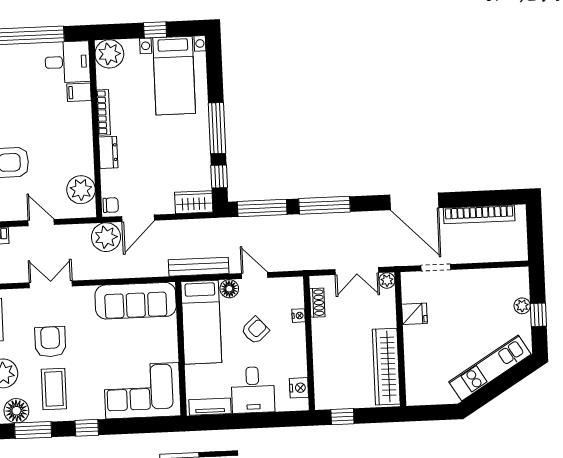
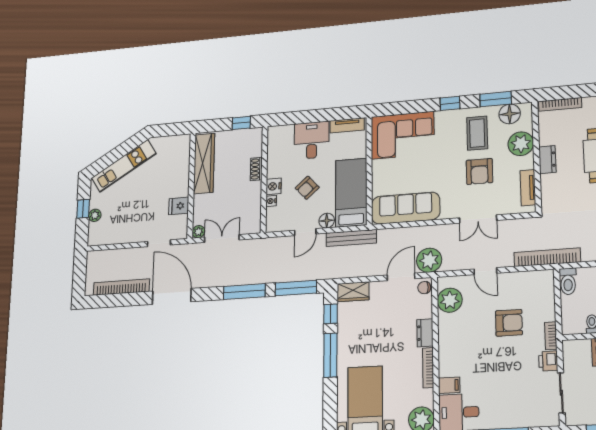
door: (255, 275) -> (305, 232), hinge flipped
shoe rack: (317, 303) -> (256, 169), moved
nightstand: (299, 388) -> (274, 186), moved

